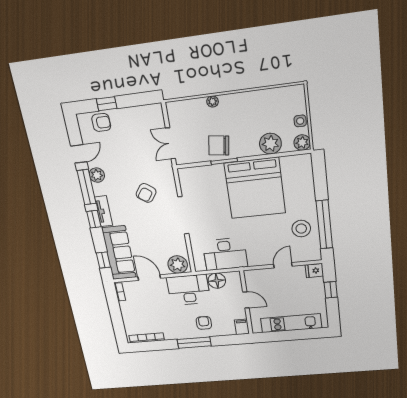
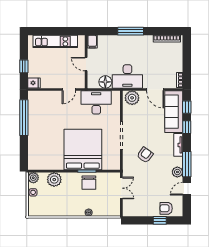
chair: (219, 145) -> (89, 183), turned 82
bed: (255, 188) -> (83, 150), moved
window: (94, 219) -> (187, 127), moved
stool: (301, 229) -> (40, 116), removed
door: (283, 265) -> (69, 89), moved
armchair: (204, 323) -> (120, 48), removed

